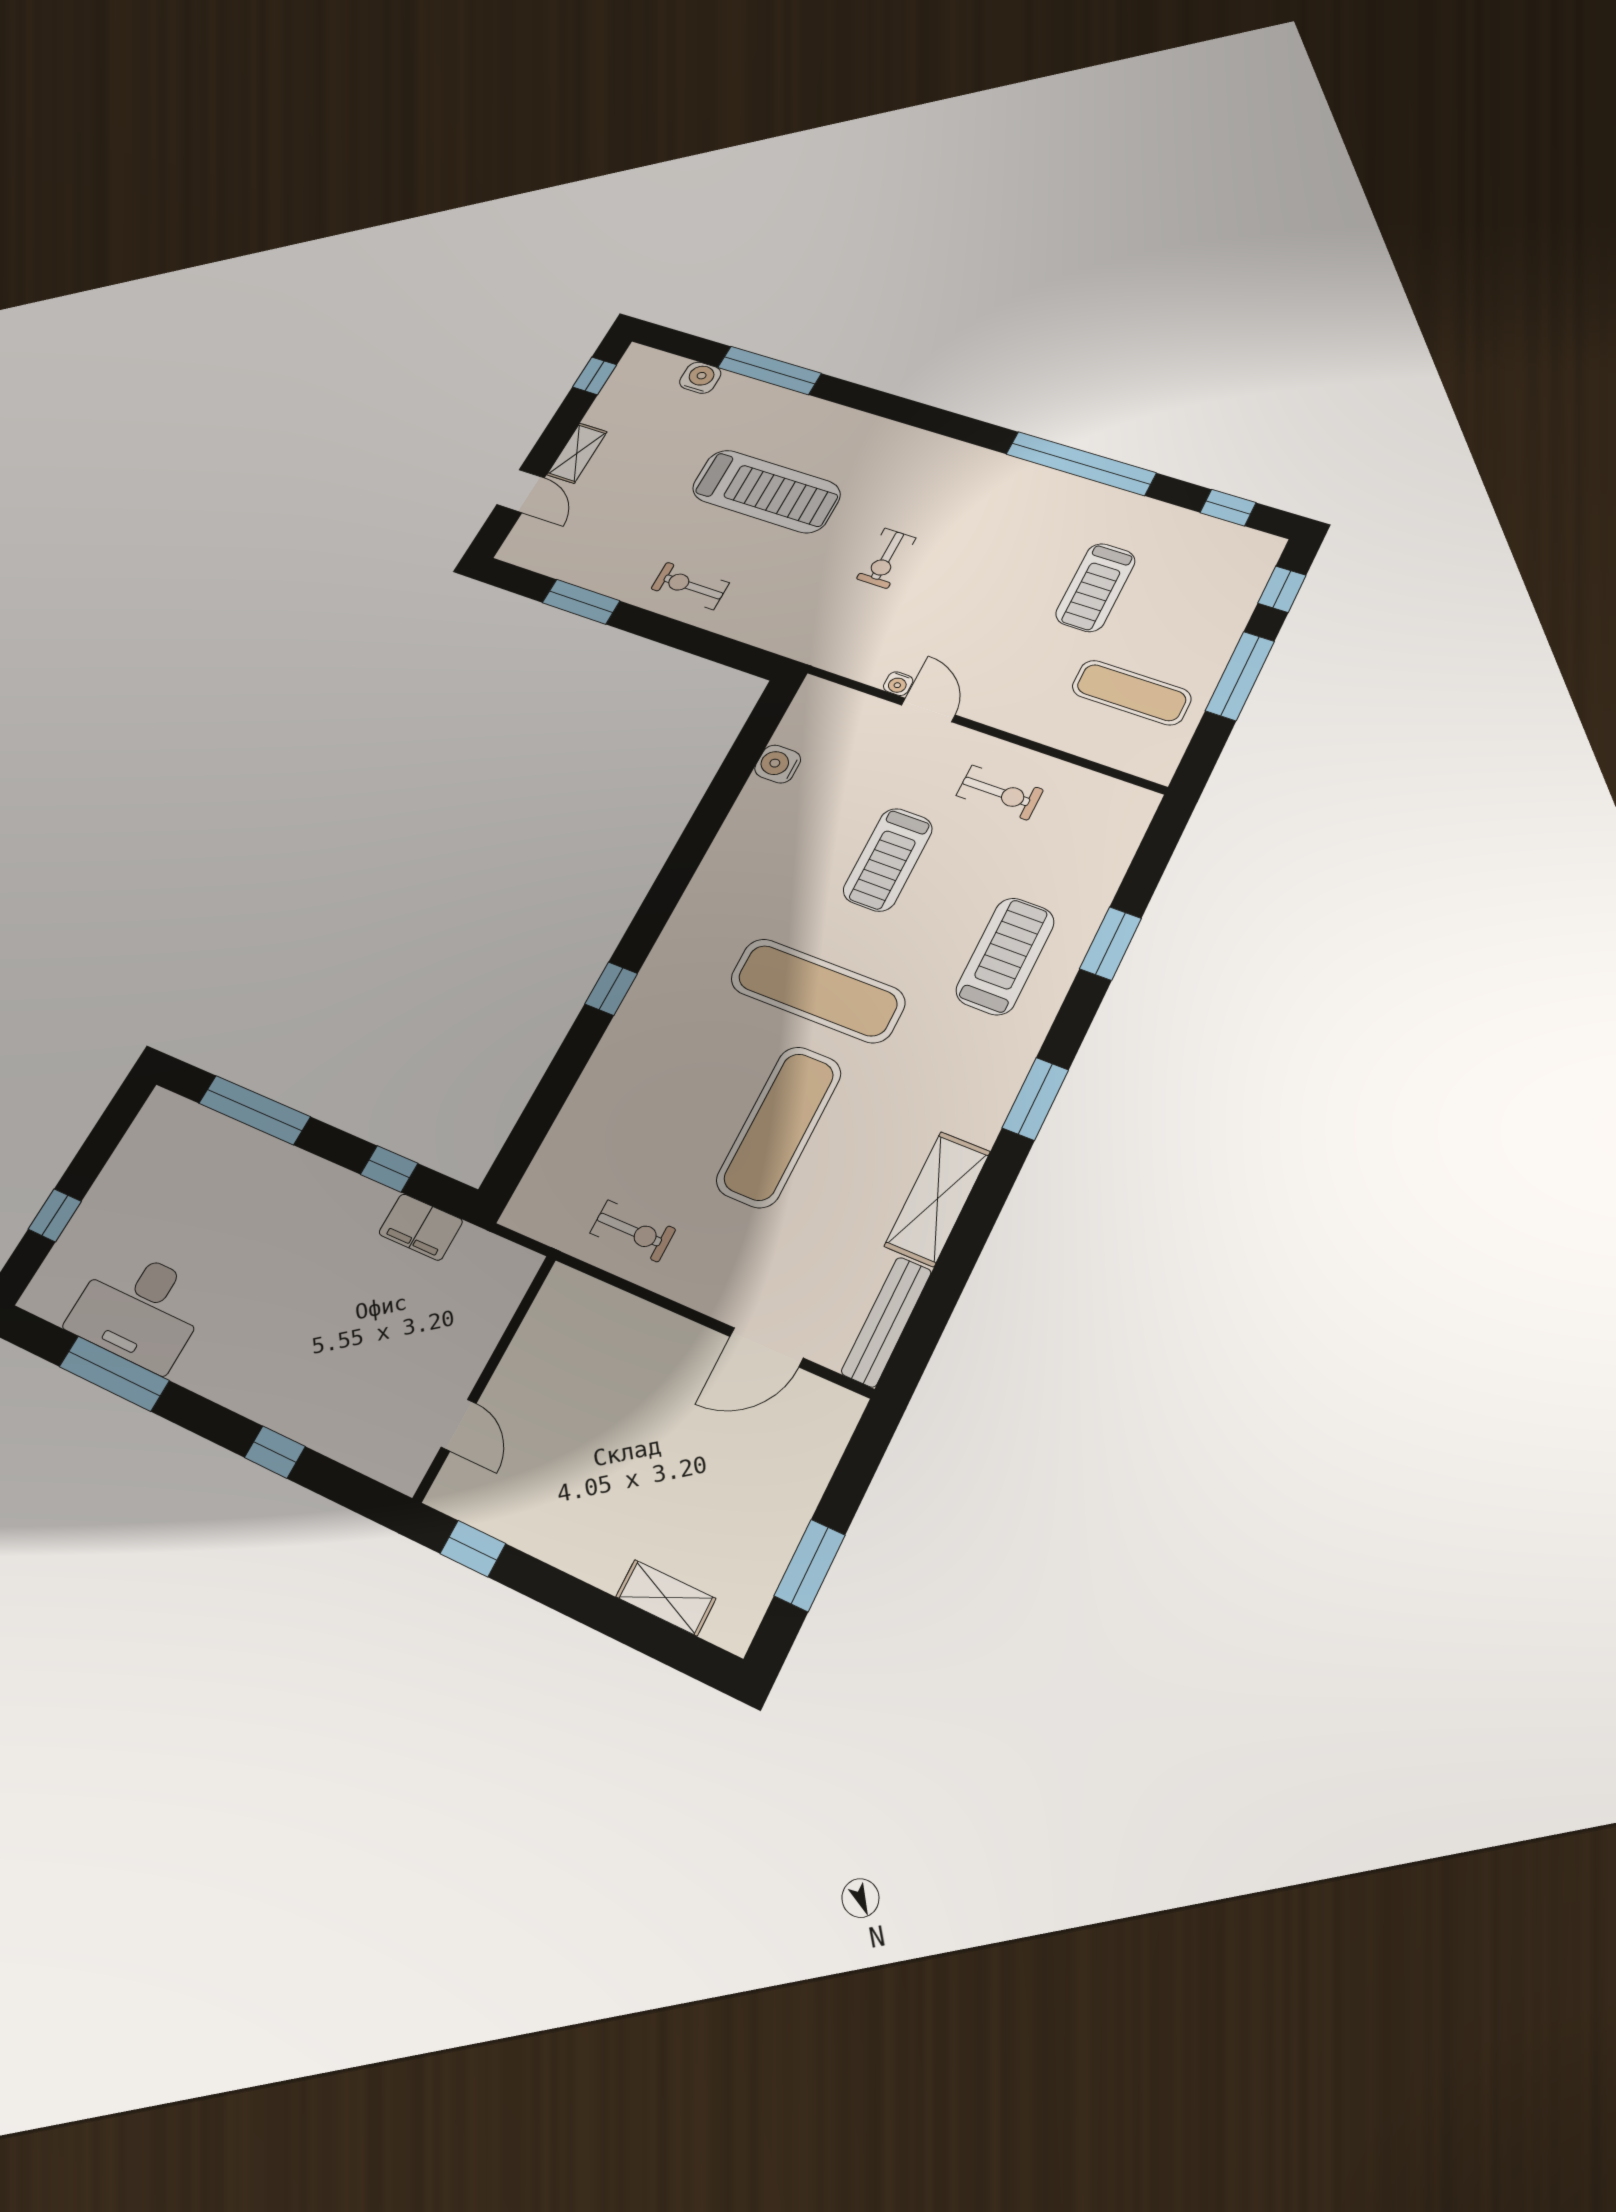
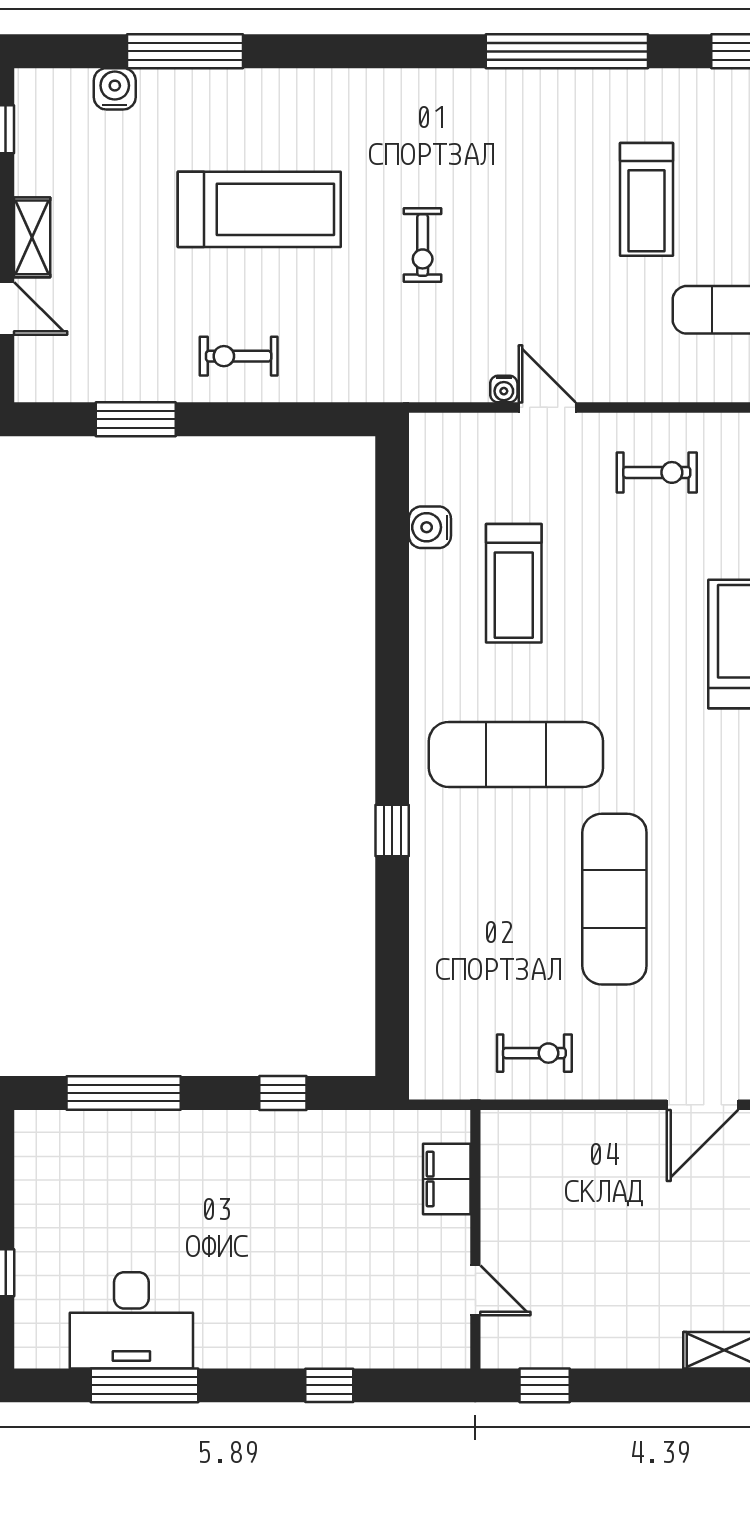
treadmill: (888, 860) -> (514, 583), moved
exercise mat: (818, 991) -> (516, 754), moved
filing cabinet: (421, 1227) -> (447, 1179), moved, turned 90

